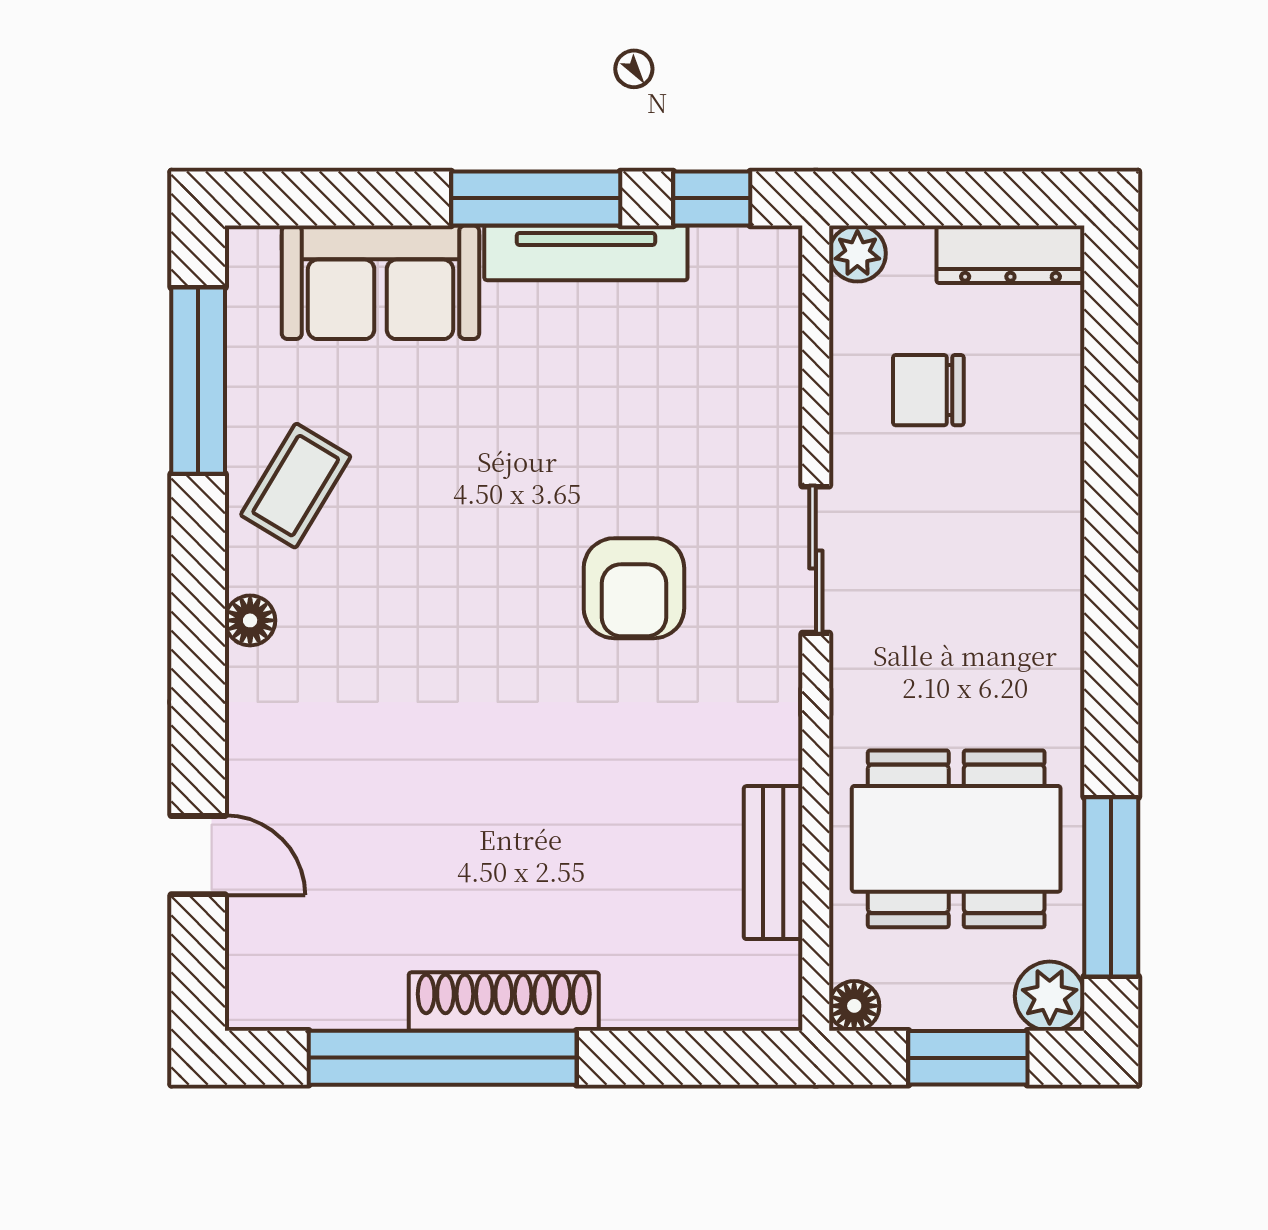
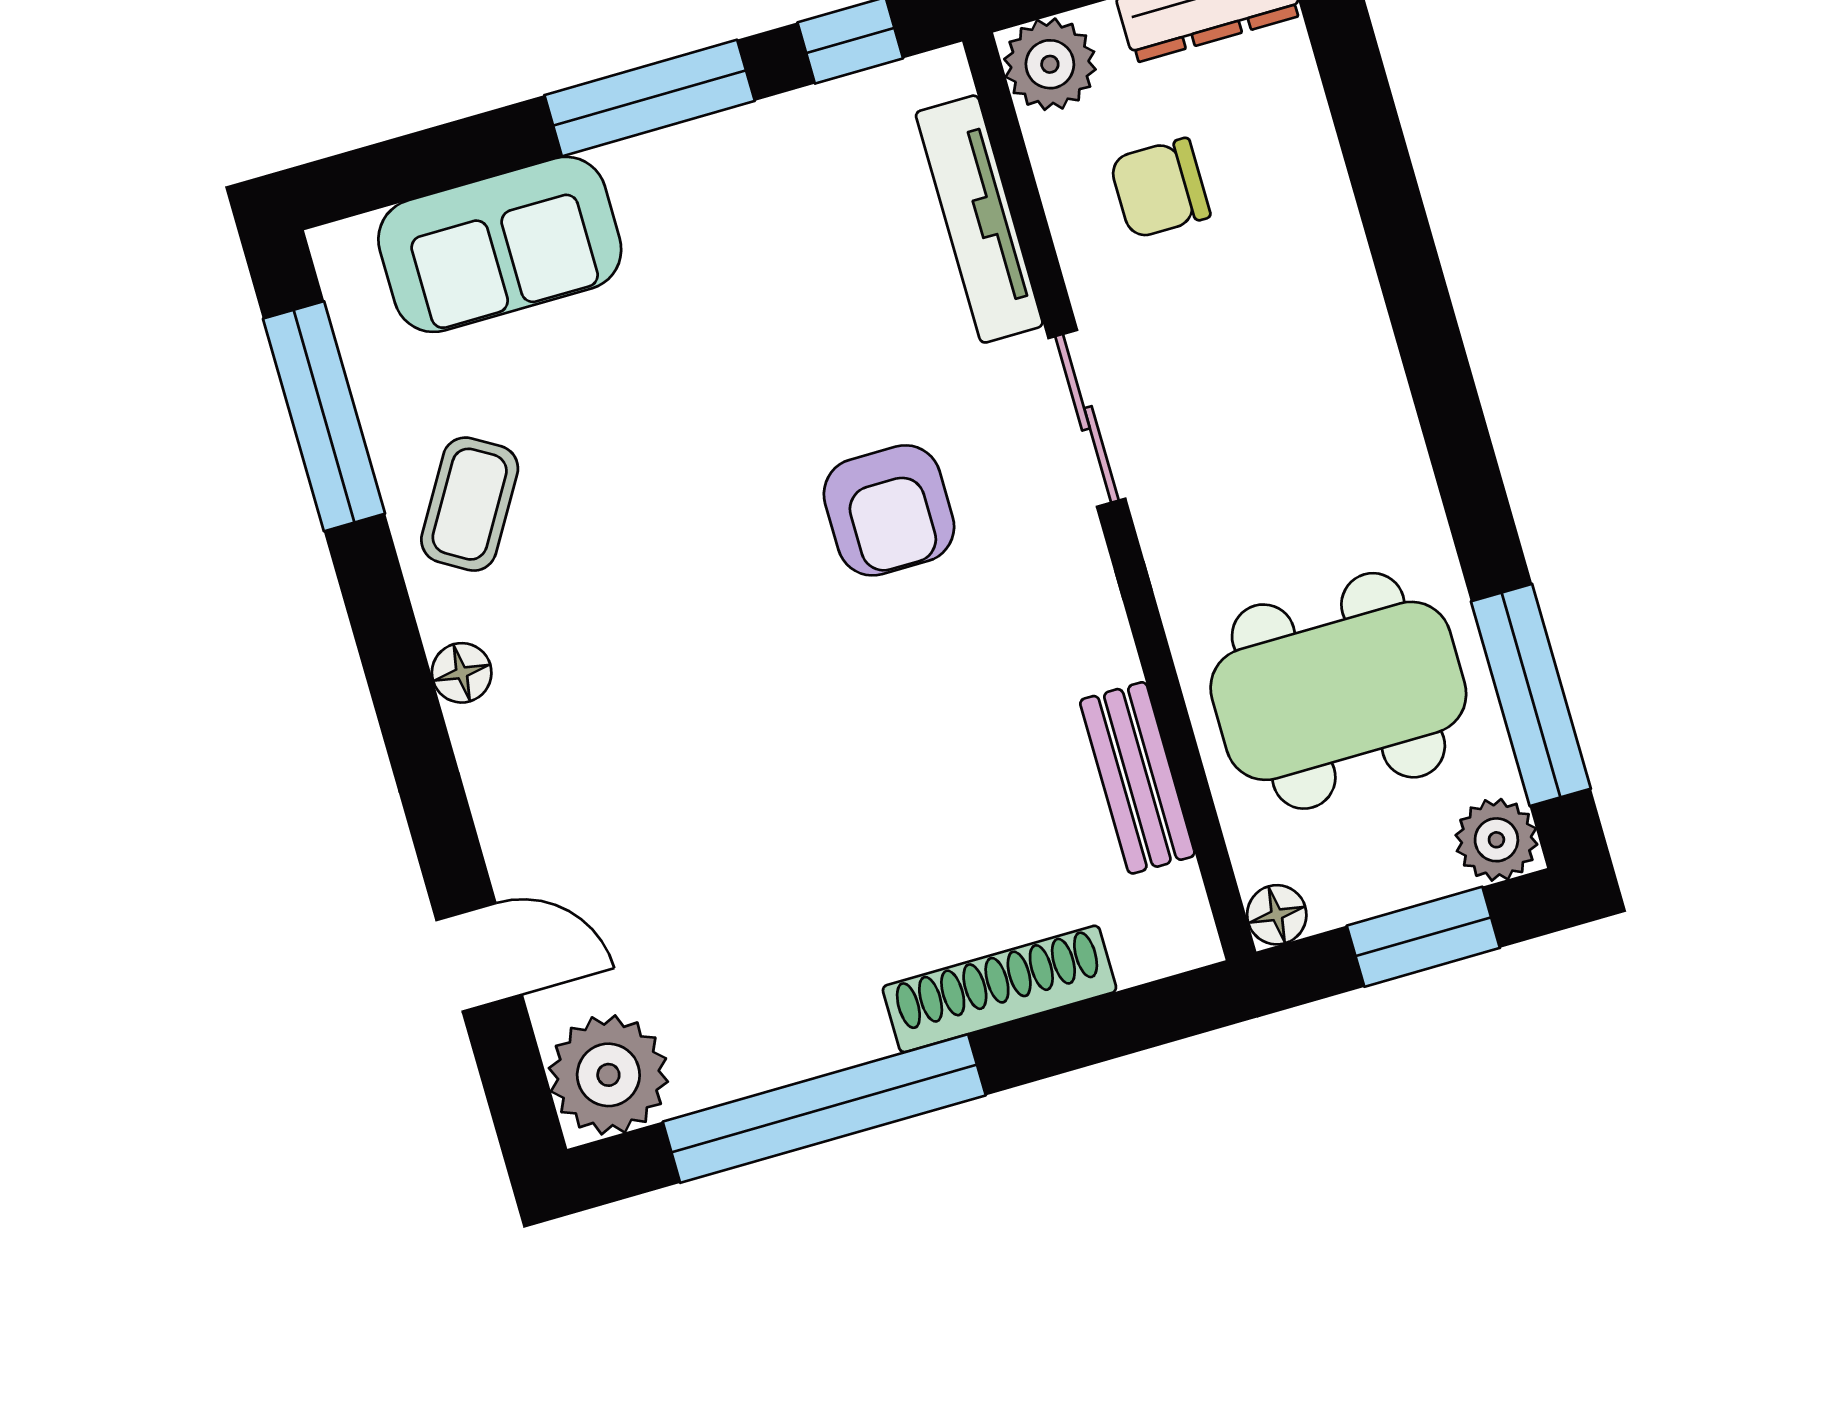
tv unit: (586, 253) -> (979, 219), moved, turned 90
plant: (857, 253) -> (1050, 64), width x1.38, depth x1.38
plant: (276, 980) -> (608, 1075), added
shoe rack: (504, 1002) -> (999, 989), moved

